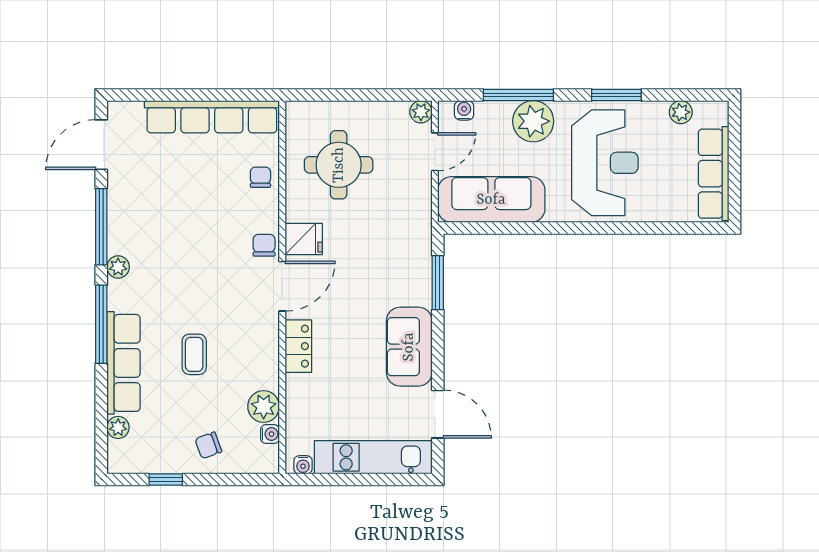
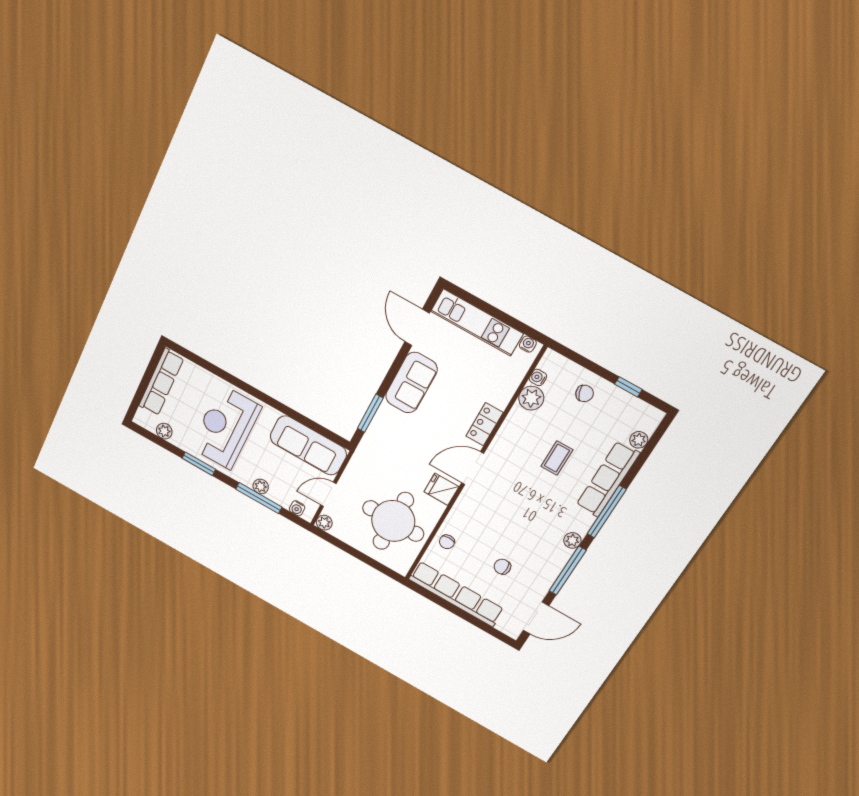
plant: (533, 121) -> (261, 486), width x0.53, depth x0.53
round table: (339, 165) -> (393, 521), width x1.36, depth x1.36
chair: (264, 245) -> (502, 567), moved, turned 90

